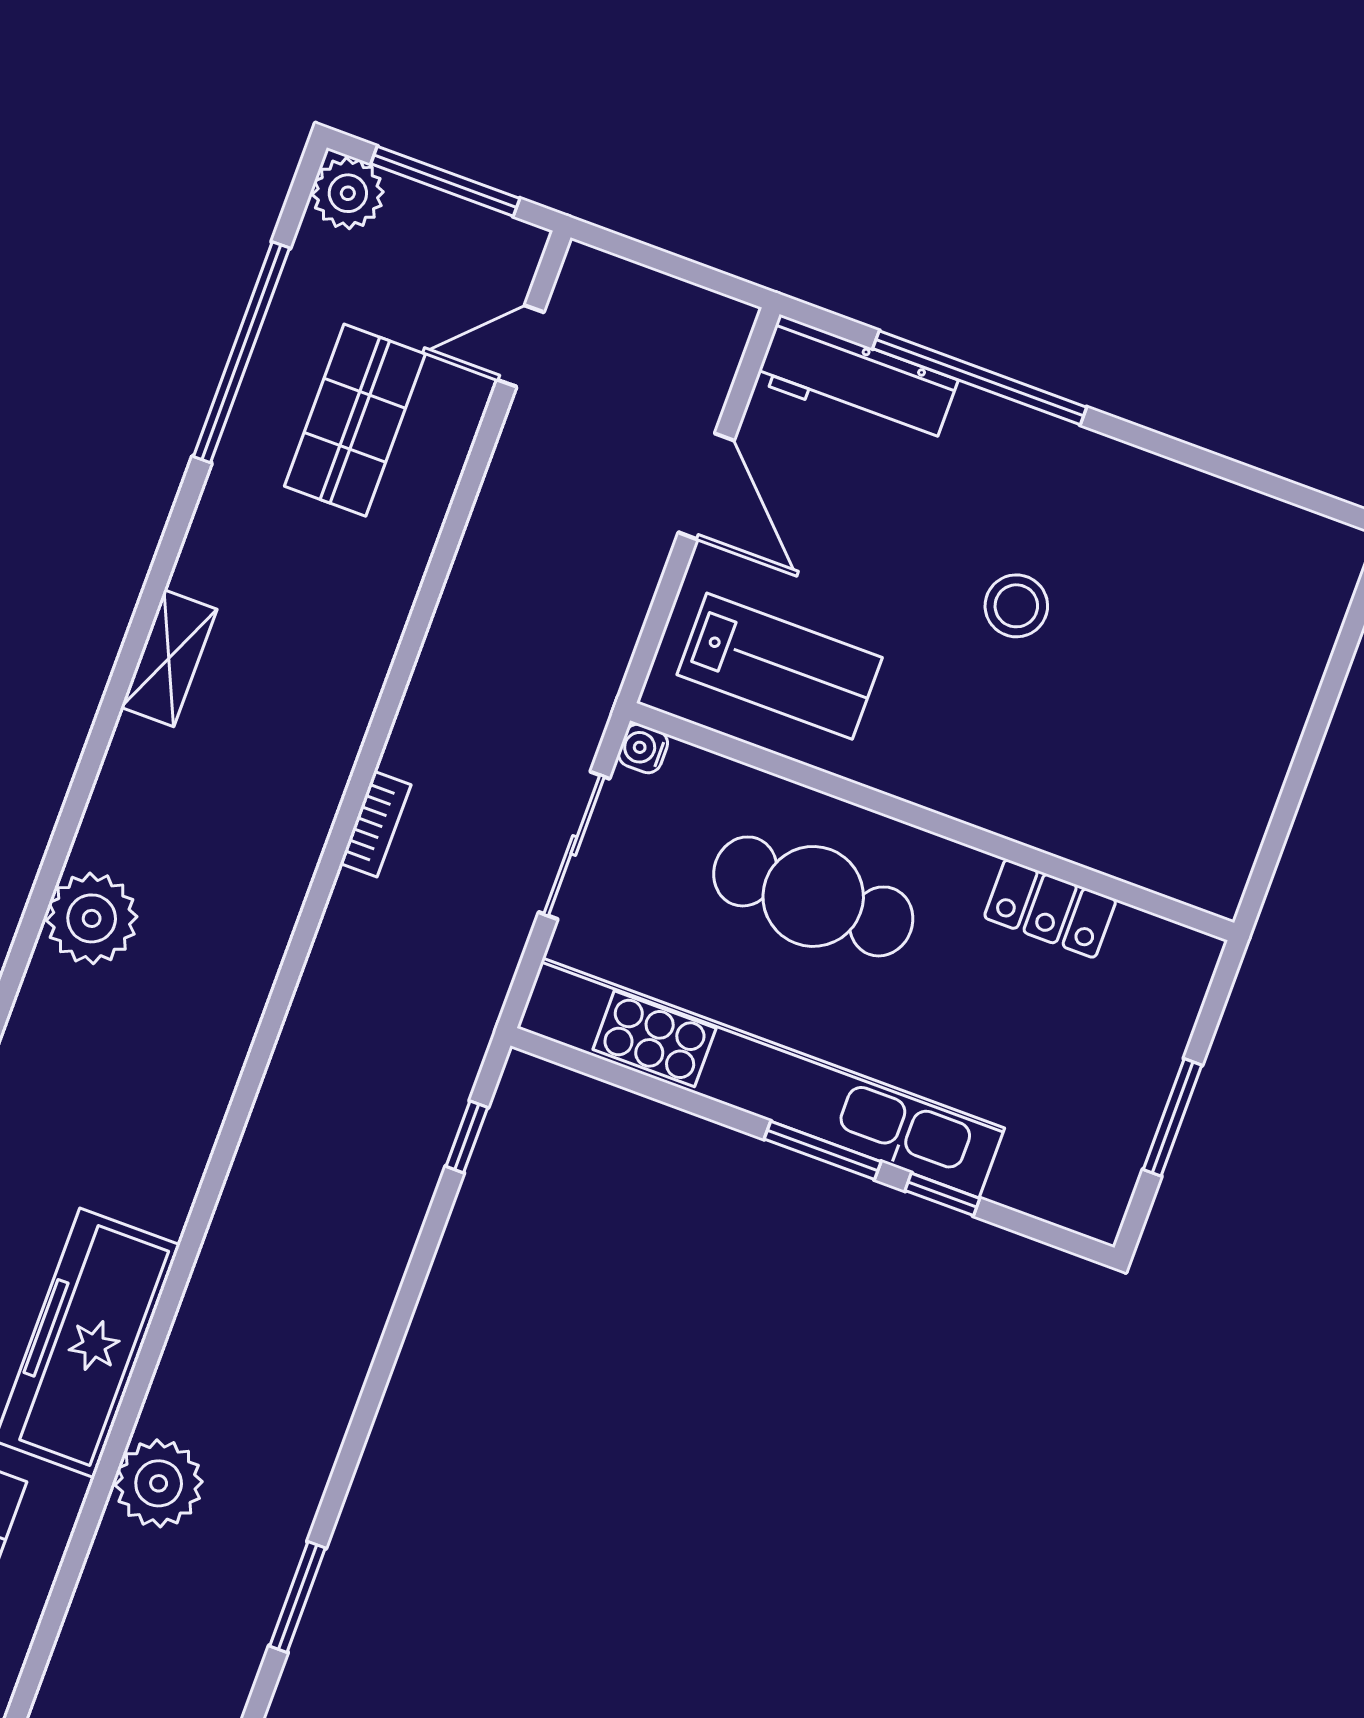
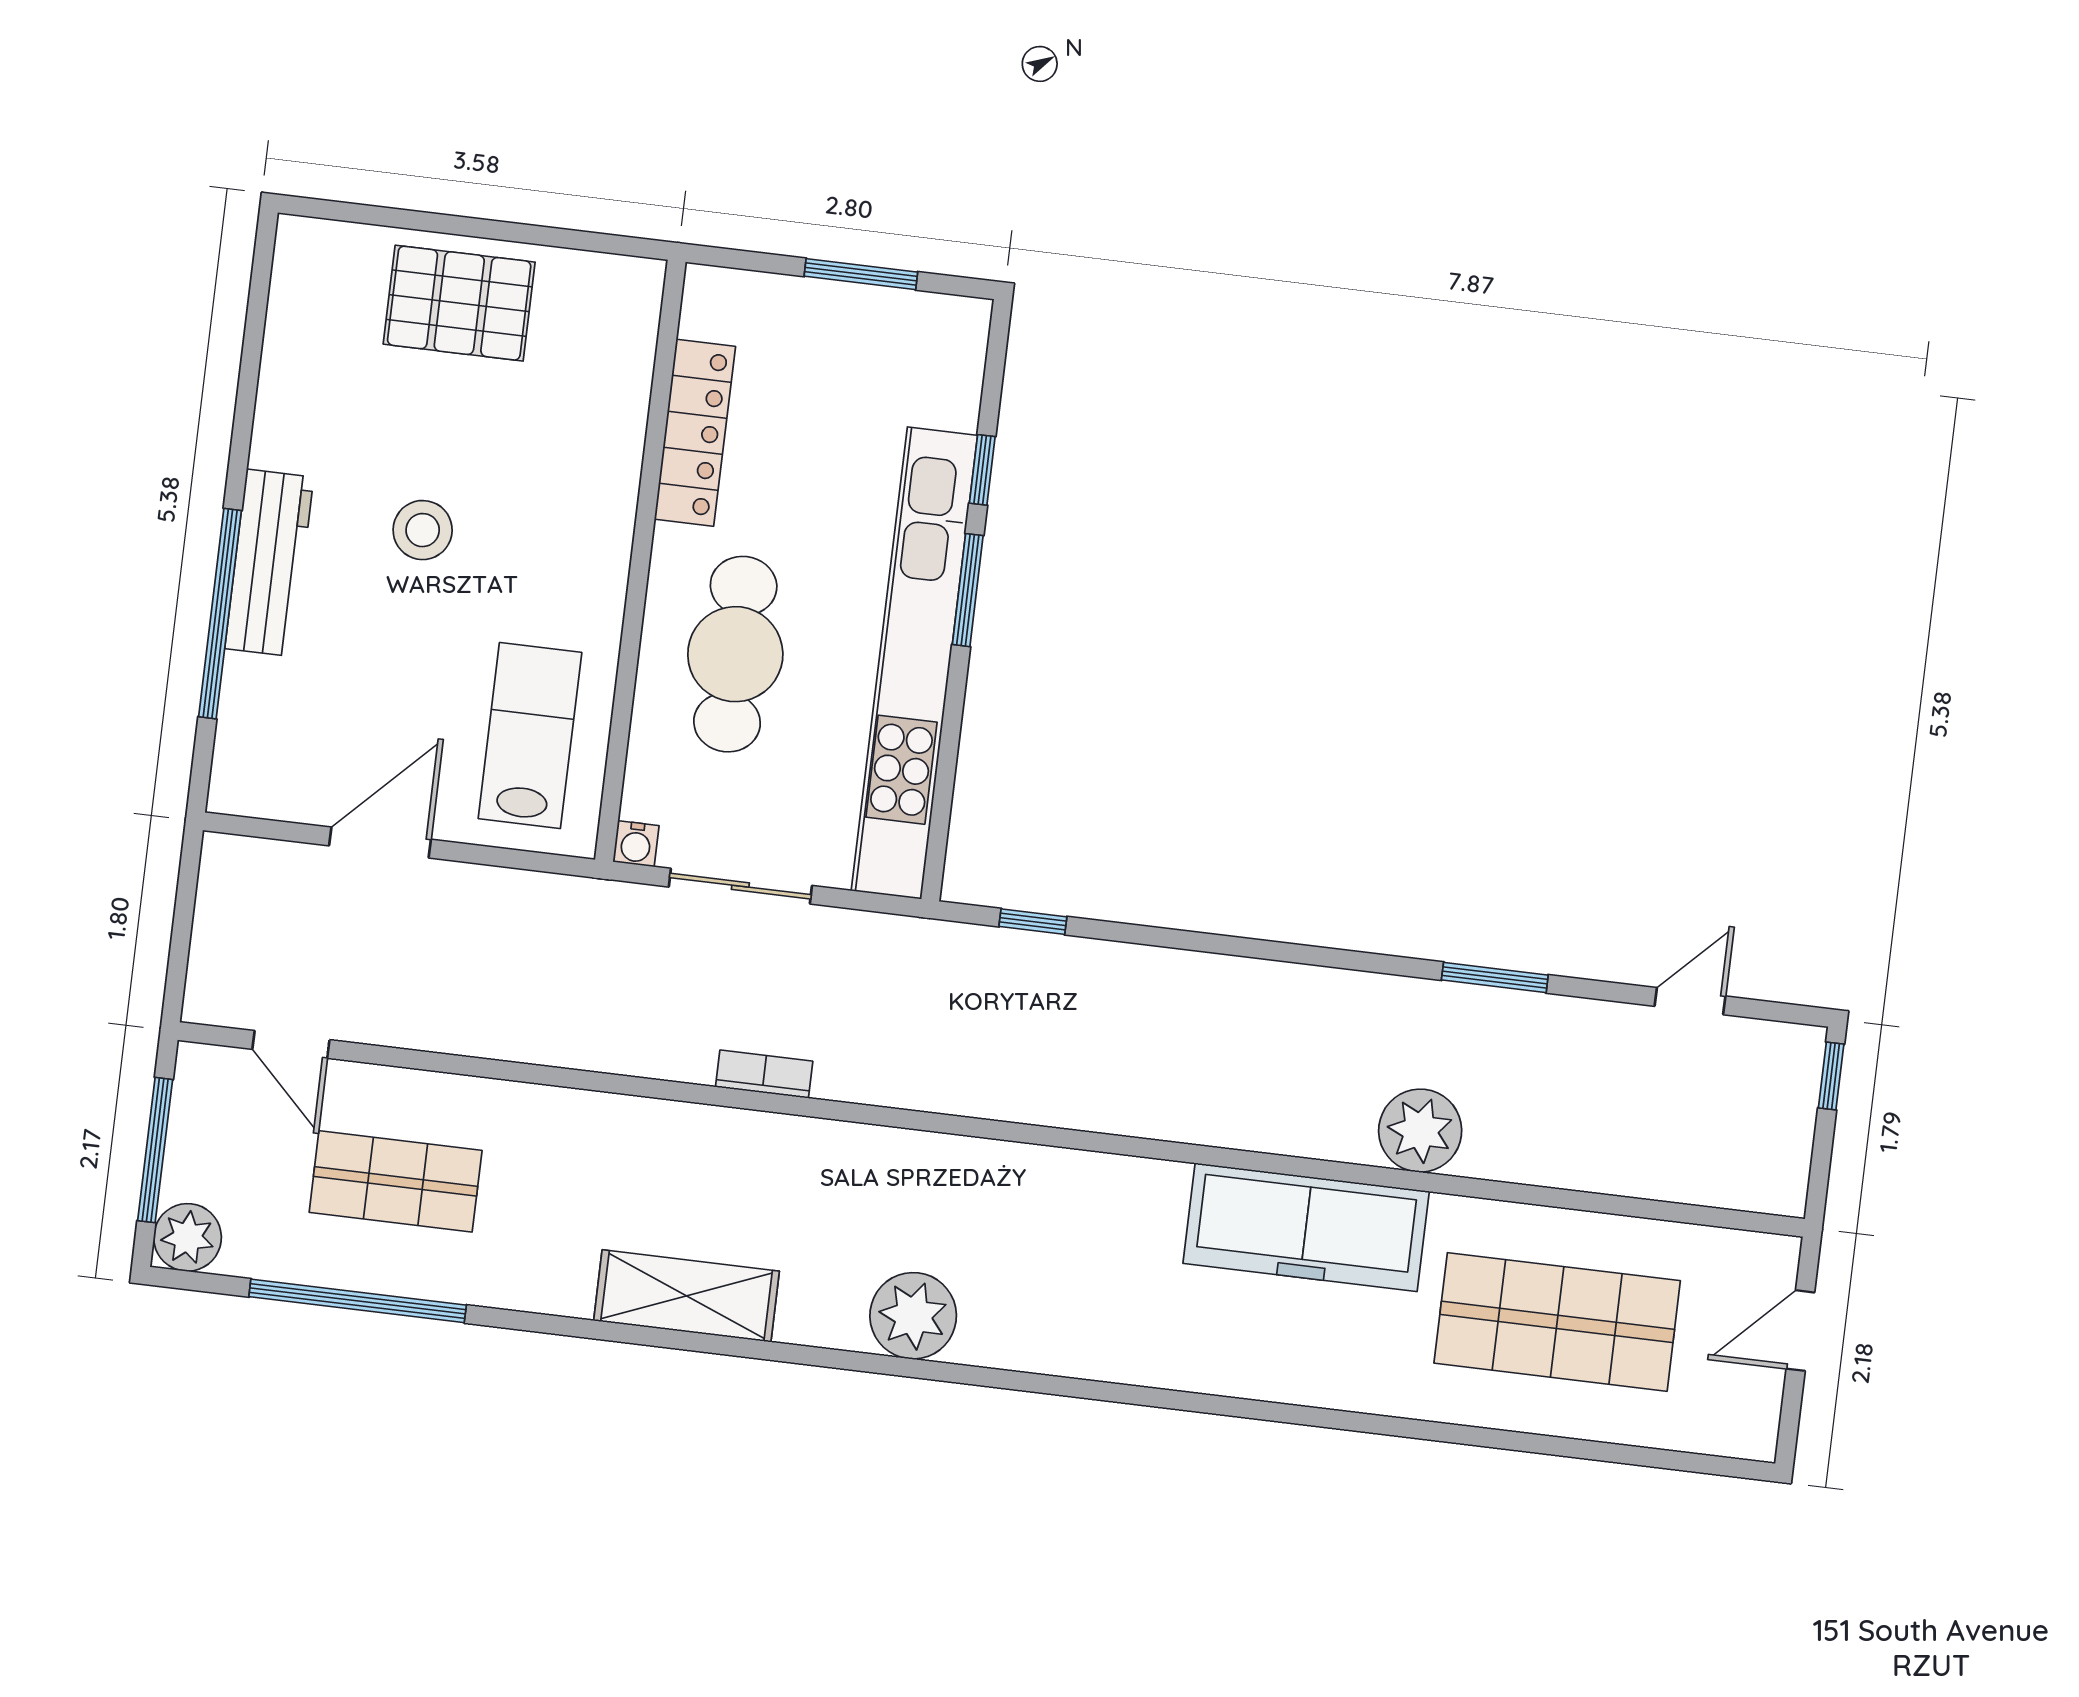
workbench: (857, 381) -> (269, 563), moved
shelving: (169, 658) -> (687, 1296), width x1.50, depth x1.33
pallet: (1240, 698) -> (459, 303), added
locker: (1050, 909) -> (695, 433), width x1.53

